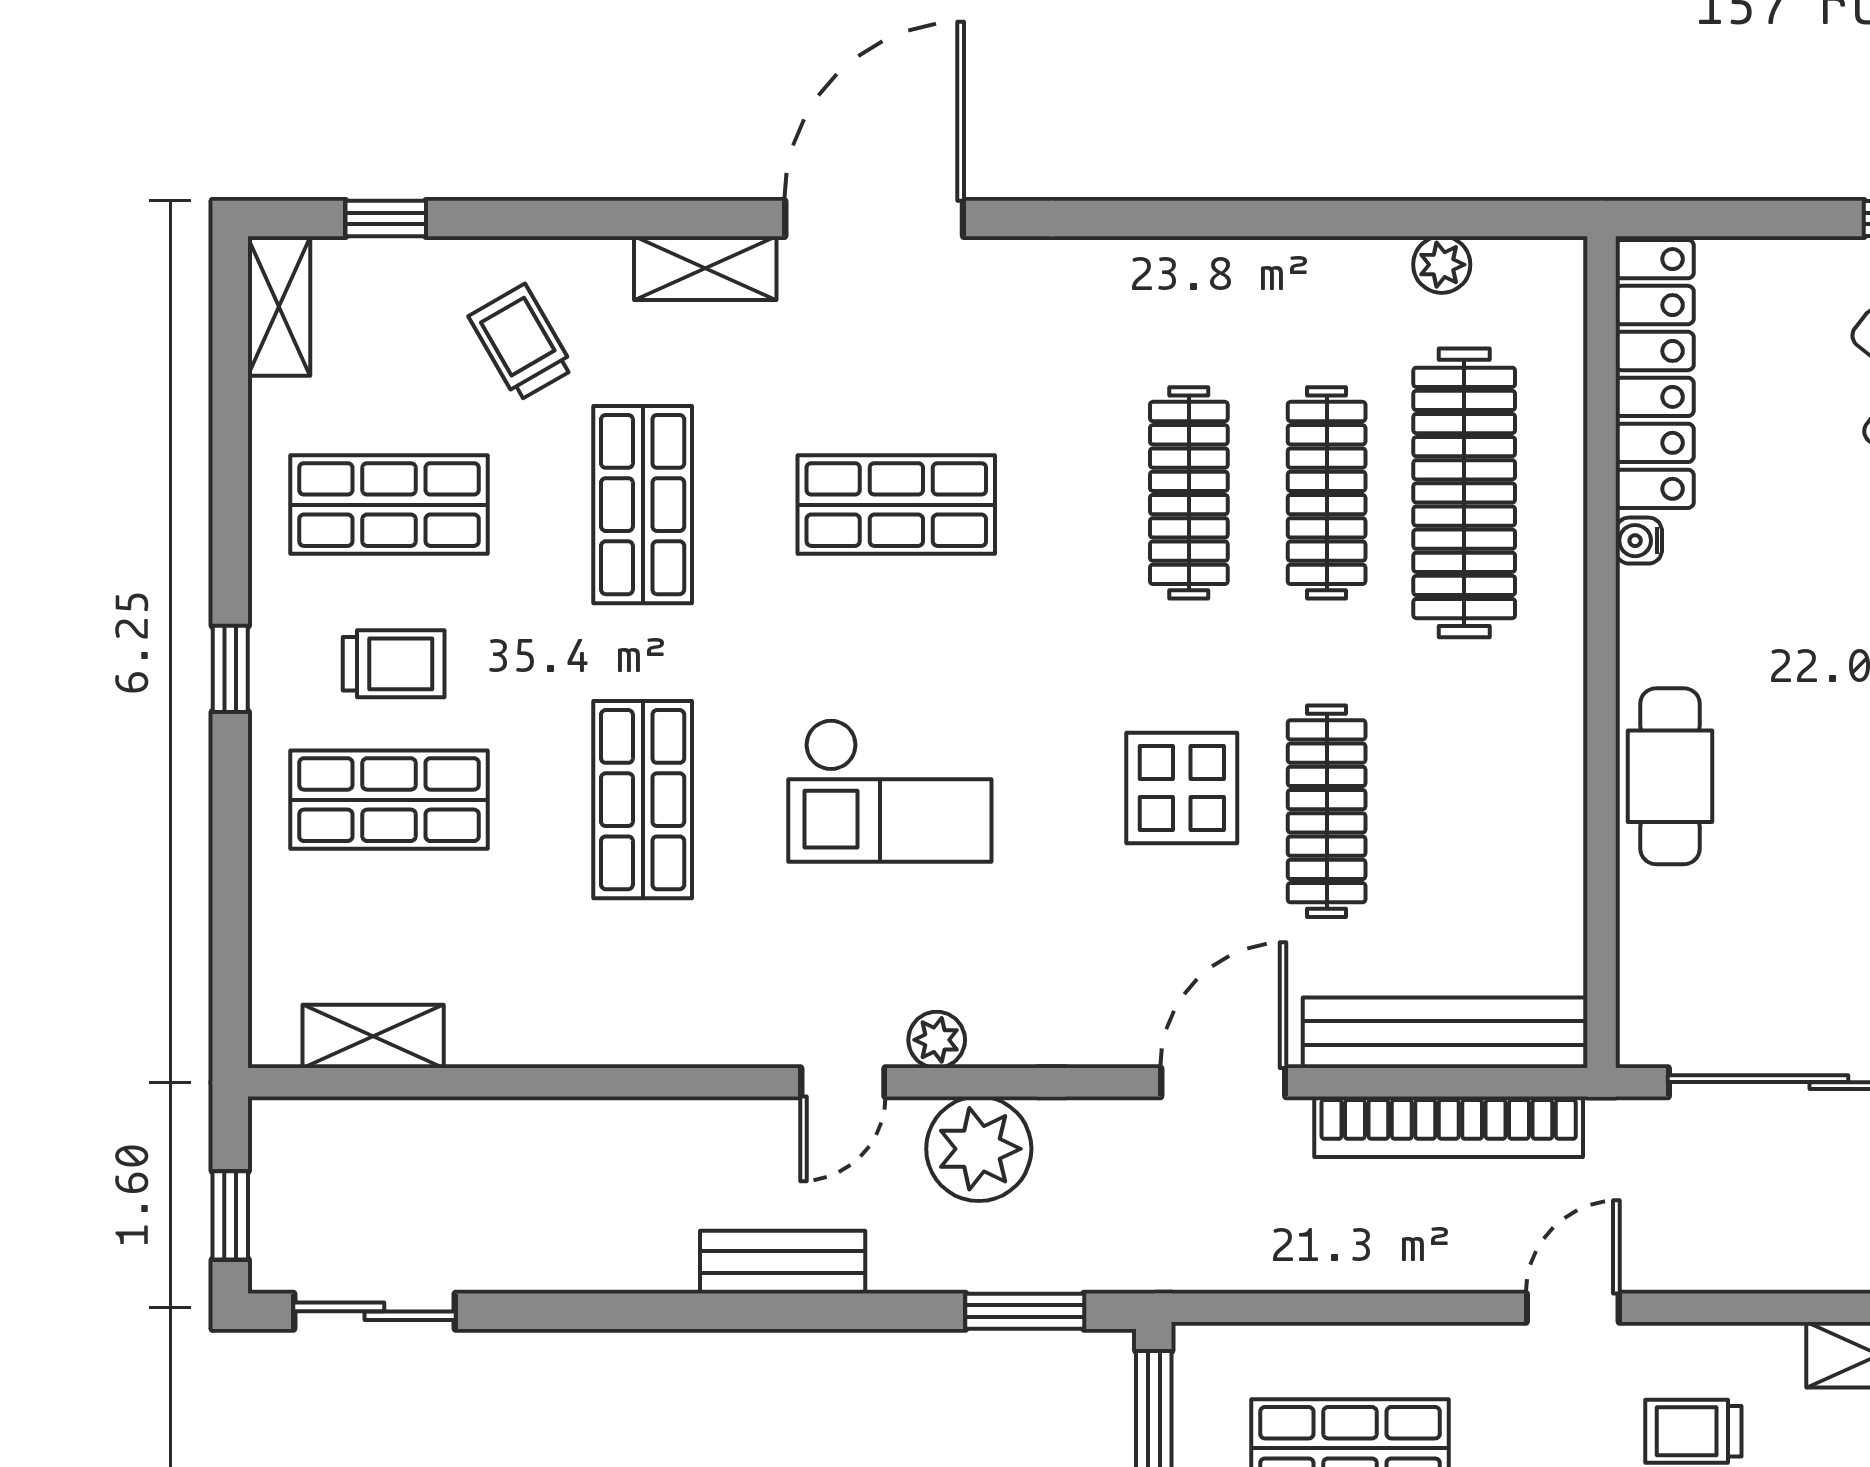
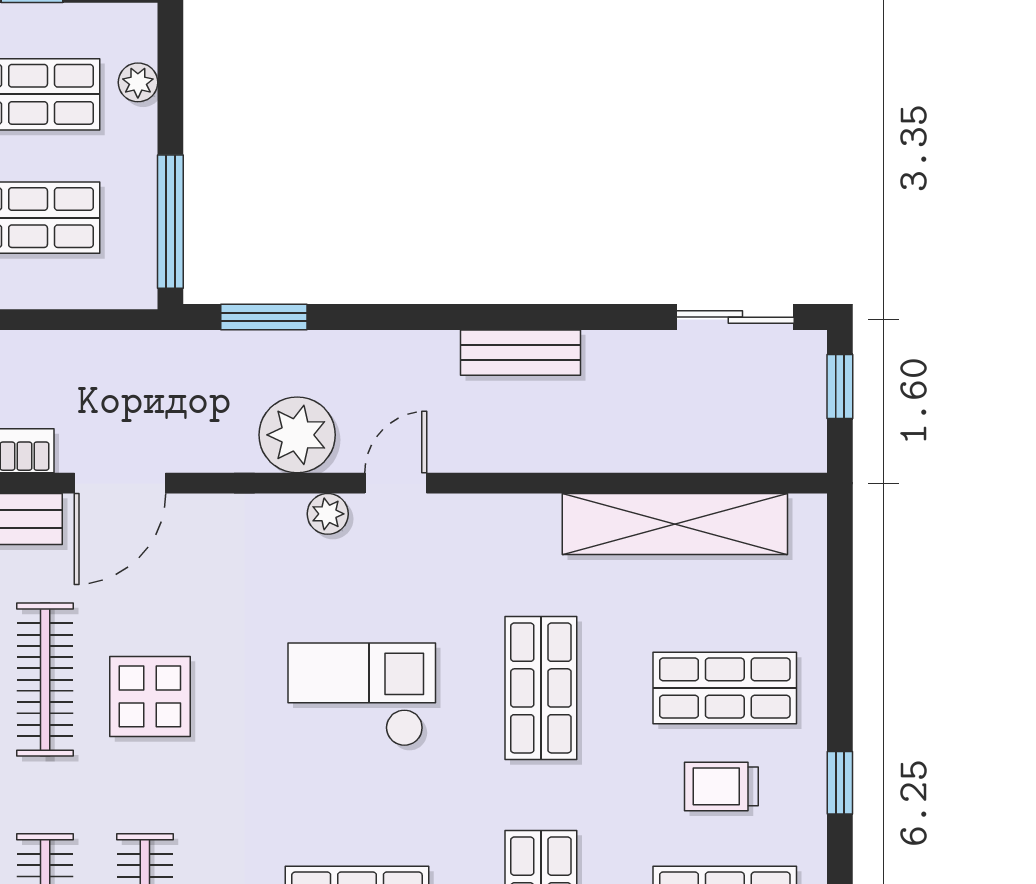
shelving: (373, 1036) -> (675, 524), width x2.20, depth x1.33
bench: (783, 1262) -> (520, 353), moved

